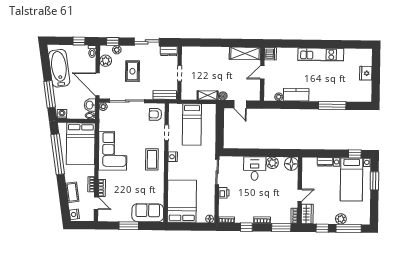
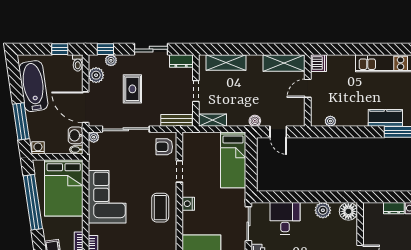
shelving: (202, 53) -> (226, 63), added
shelving: (208, 95) -> (213, 120), moved
kitchen counter: (296, 95) -> (385, 118), moved
bed: (192, 124) -> (233, 160), moved
desk: (255, 169) -> (285, 218), moved

